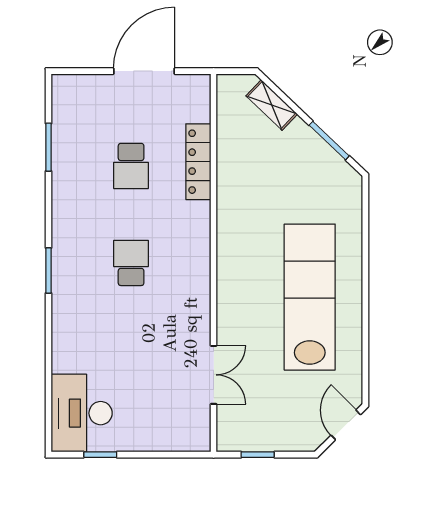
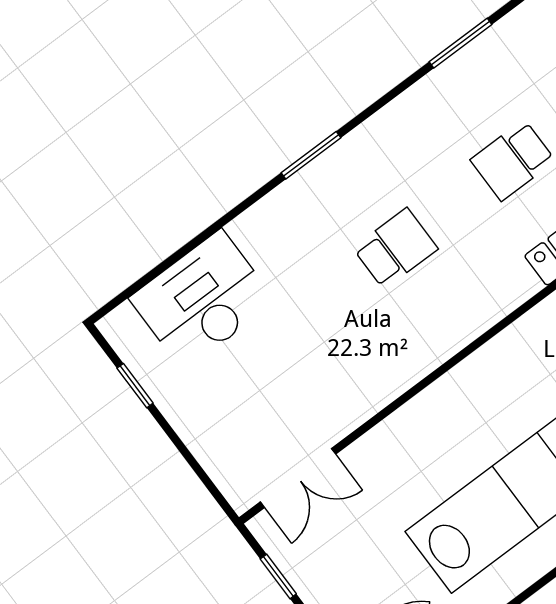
double door: (214, 375) -> (298, 478), moved
desk: (82, 413) -> (202, 300), moved

